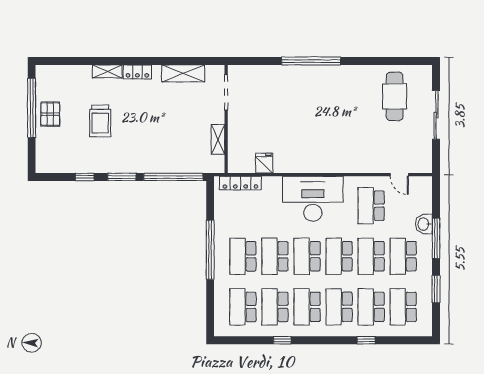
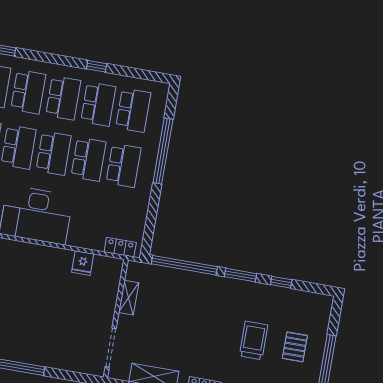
pallet: (50, 114) -> (295, 347), moved
locker: (240, 183) -> (120, 247), width x0.66
window: (210, 250) -> (163, 151), moved

